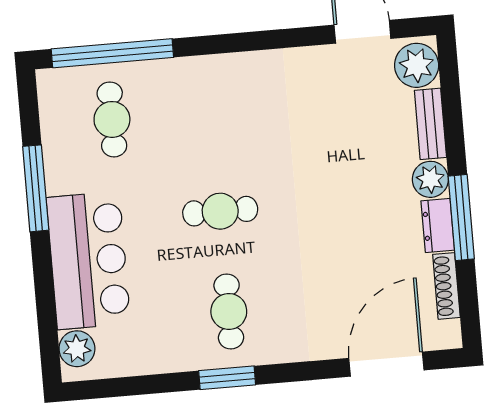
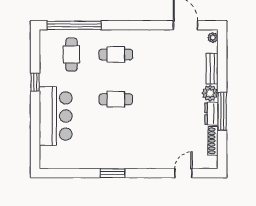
plant: (417, 65) -> (213, 38), width x0.53, depth x0.53
window: (36, 188) -> (35, 82), width x0.46
cafe table: (229, 311) -> (116, 55), moved, turned 90
plant: (77, 349) -> (47, 155), removed
door: (386, 364) -> (183, 173), width x0.53

